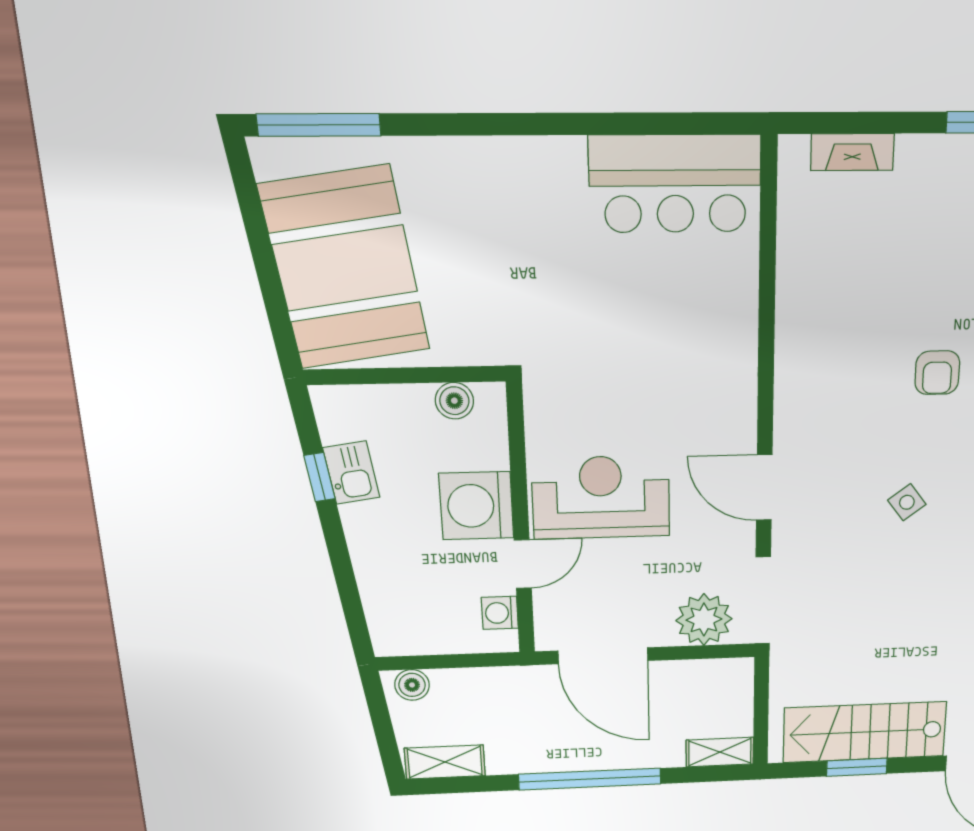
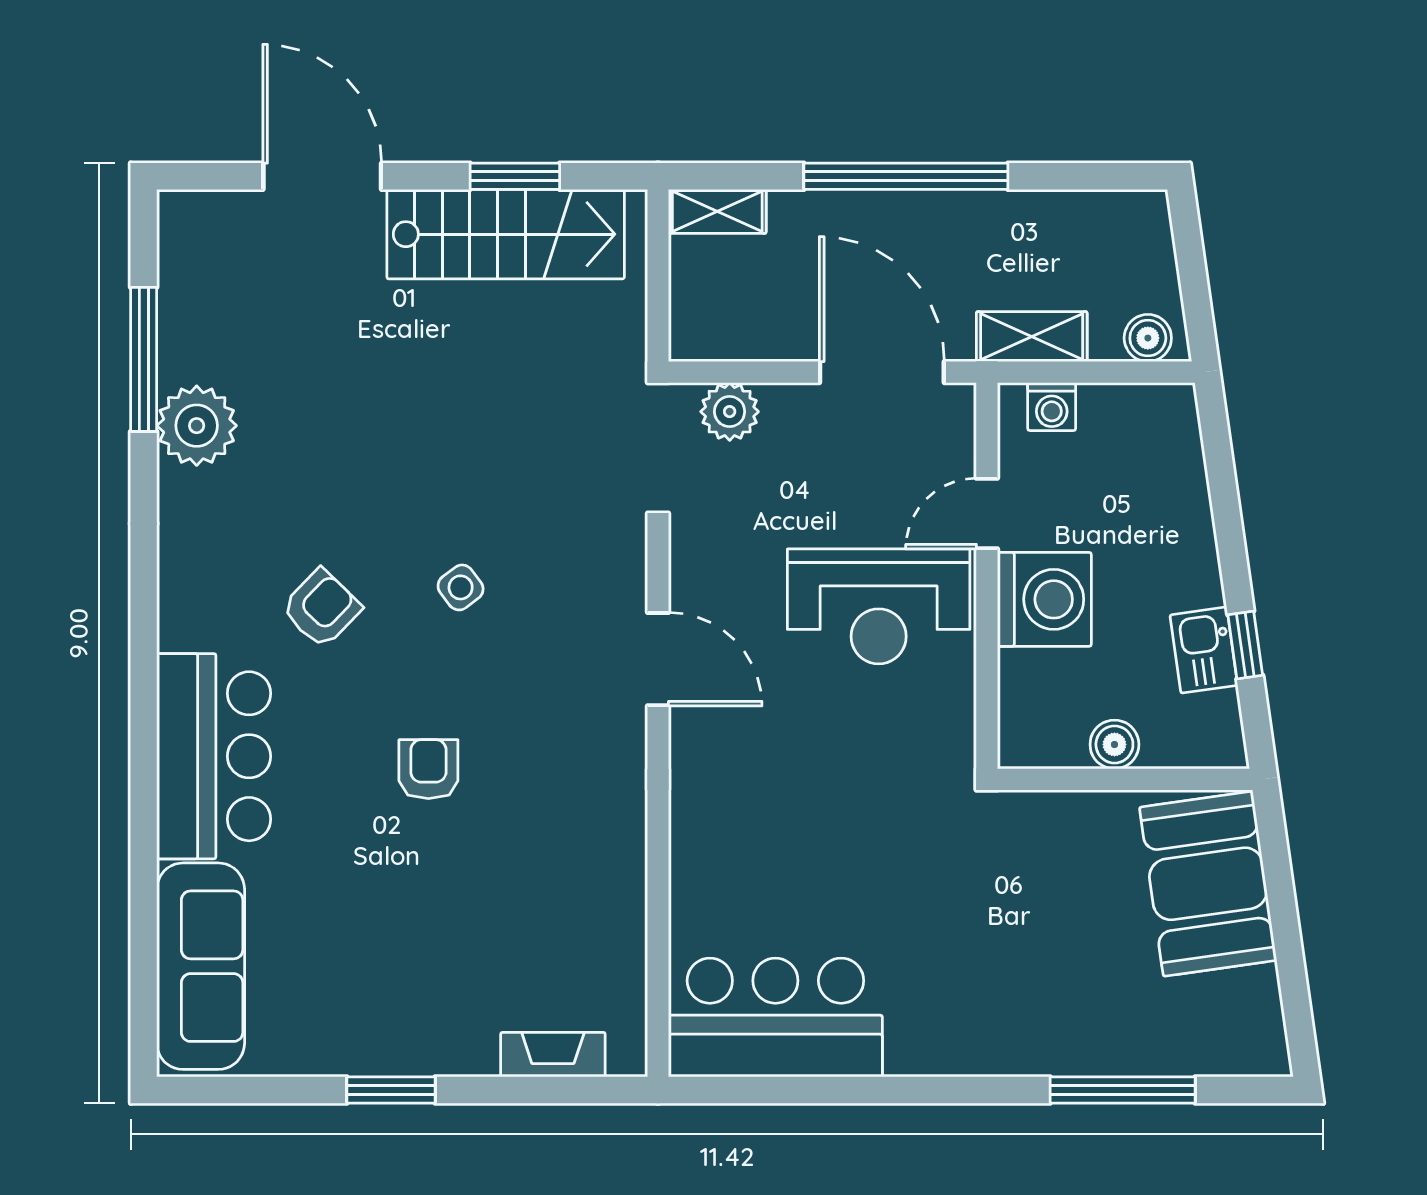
window: (319, 125) -> (1123, 1090), moved
booth: (345, 268) -> (1208, 884), width x0.73, depth x0.70
boiler: (454, 401) -> (1114, 744), moved
door: (764, 488) -> (658, 659), moved
washing machine: (500, 613) -> (1052, 407), moved, turned 90
plant: (704, 620) -> (730, 412), width x0.73, depth x0.73
shelving: (445, 762) -> (1032, 337), moved

